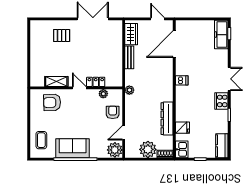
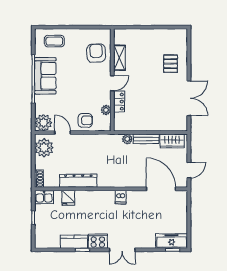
plant: (129, 90) -> (127, 139), moved
kitchen counter: (222, 146) -> (74, 242), moved
plant: (148, 149) -> (44, 148), moved

